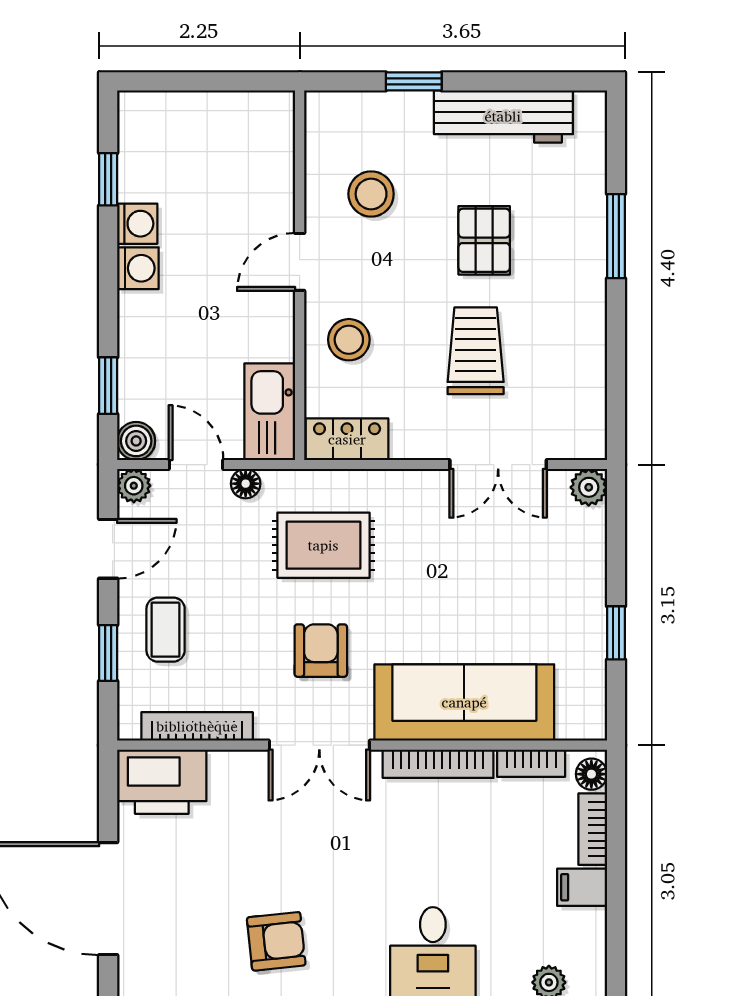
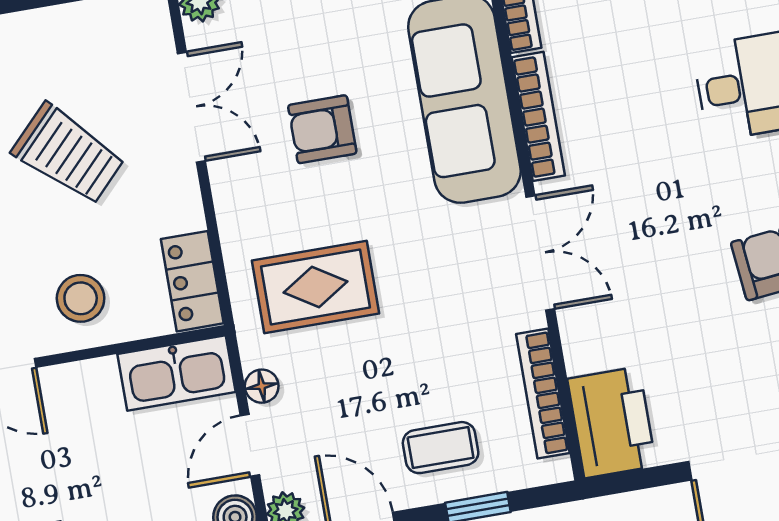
trolley: (476, 351) -> (68, 154), turned -136
rug: (323, 545) -> (315, 287), turned 90
armchair: (321, 651) -> (322, 129), moved

